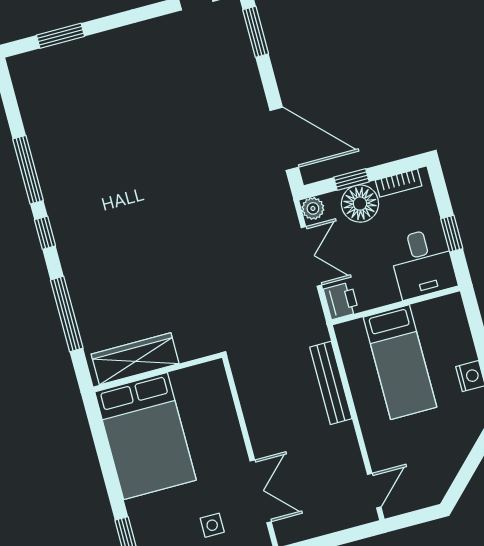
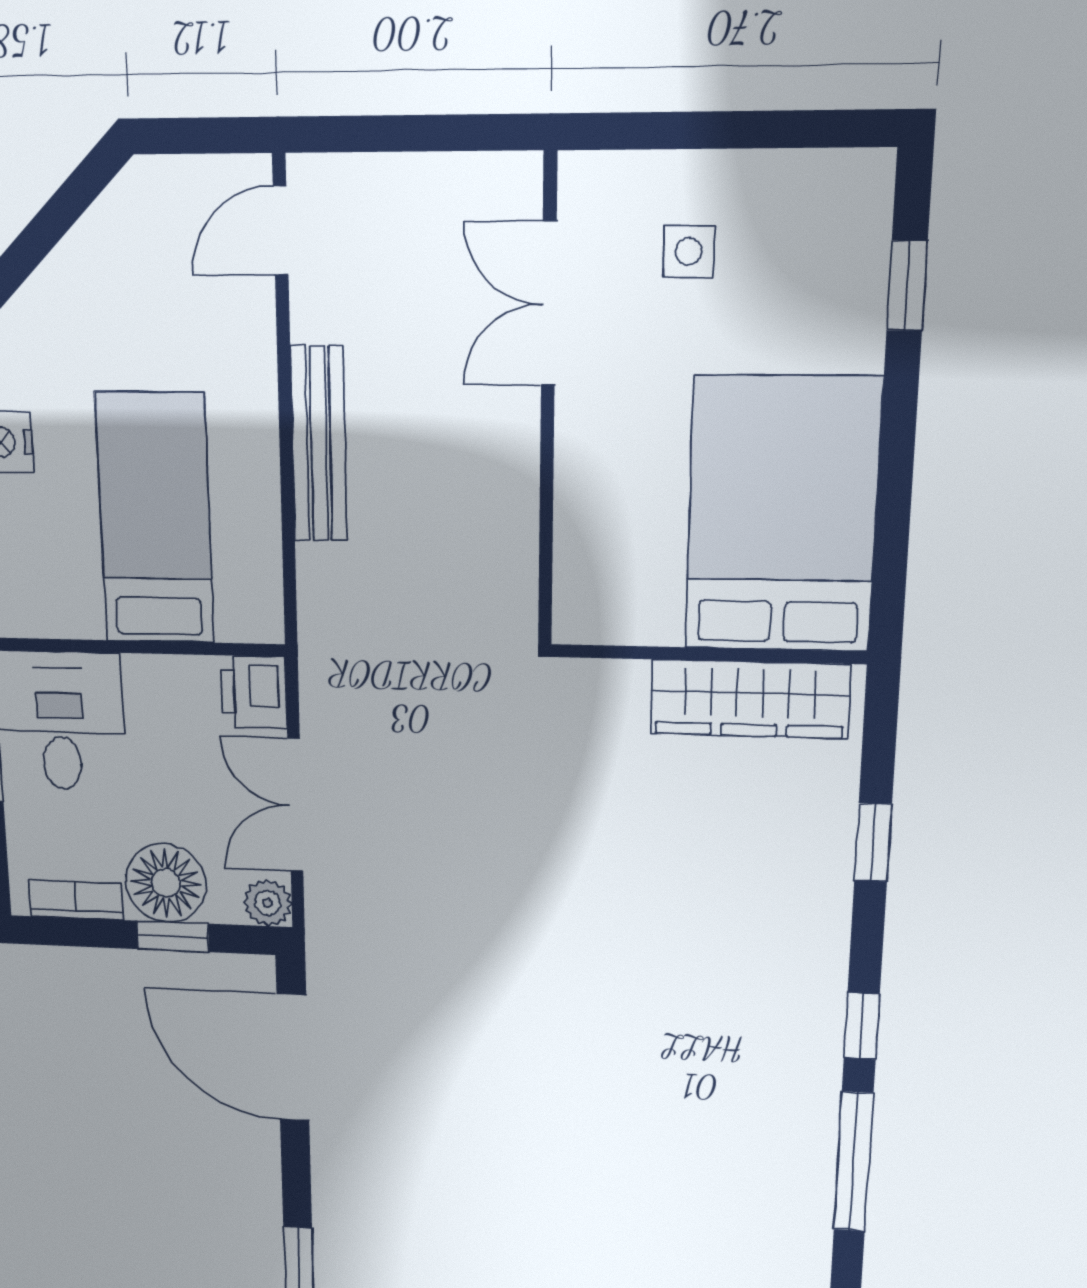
window: (67, 314) -> (873, 842), width x0.46
bench: (331, 383) -> (319, 444), moved

